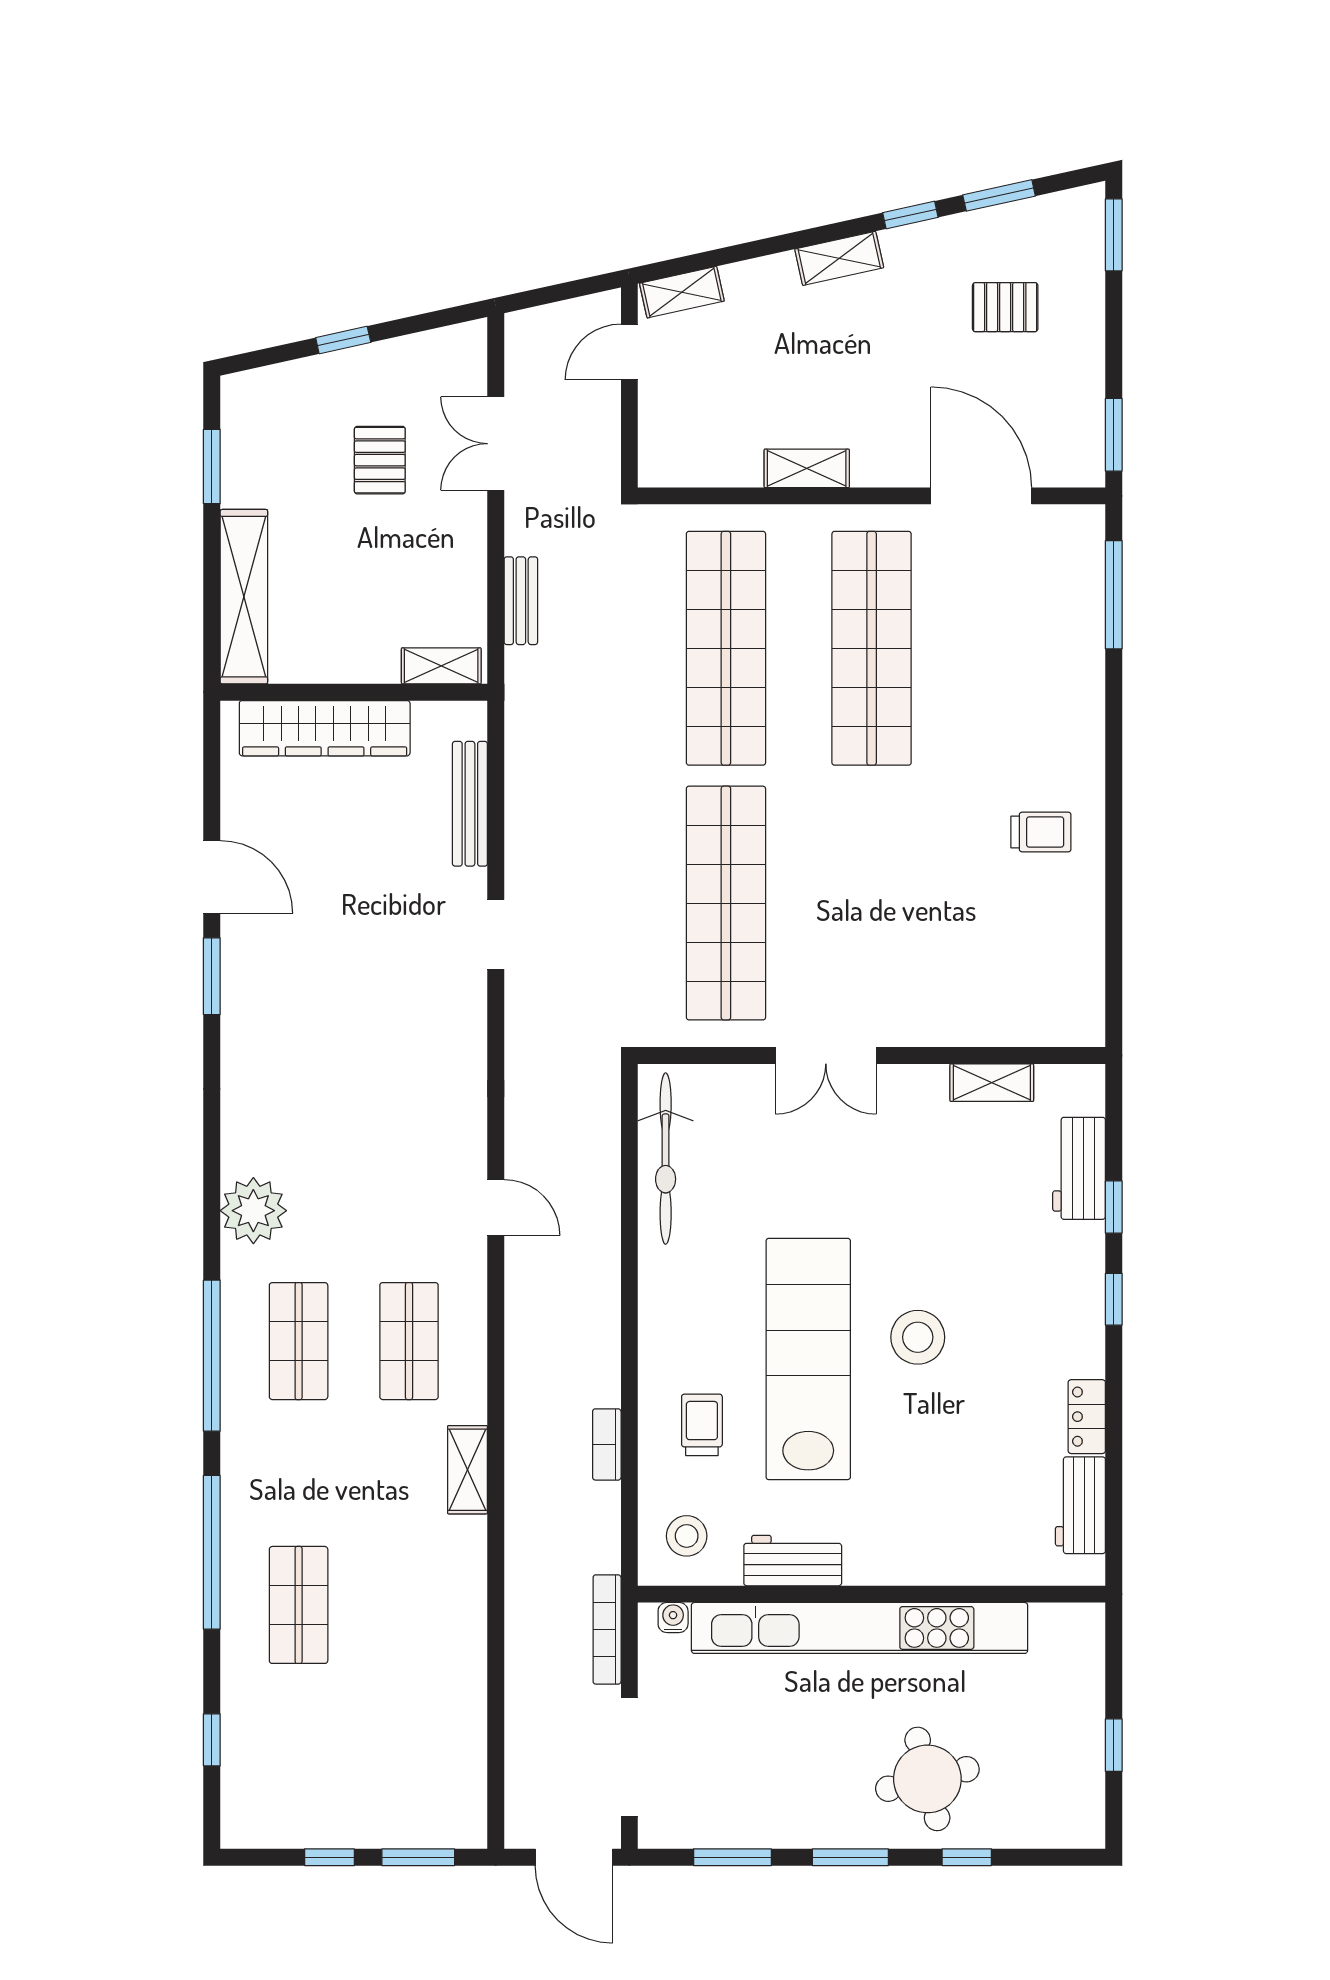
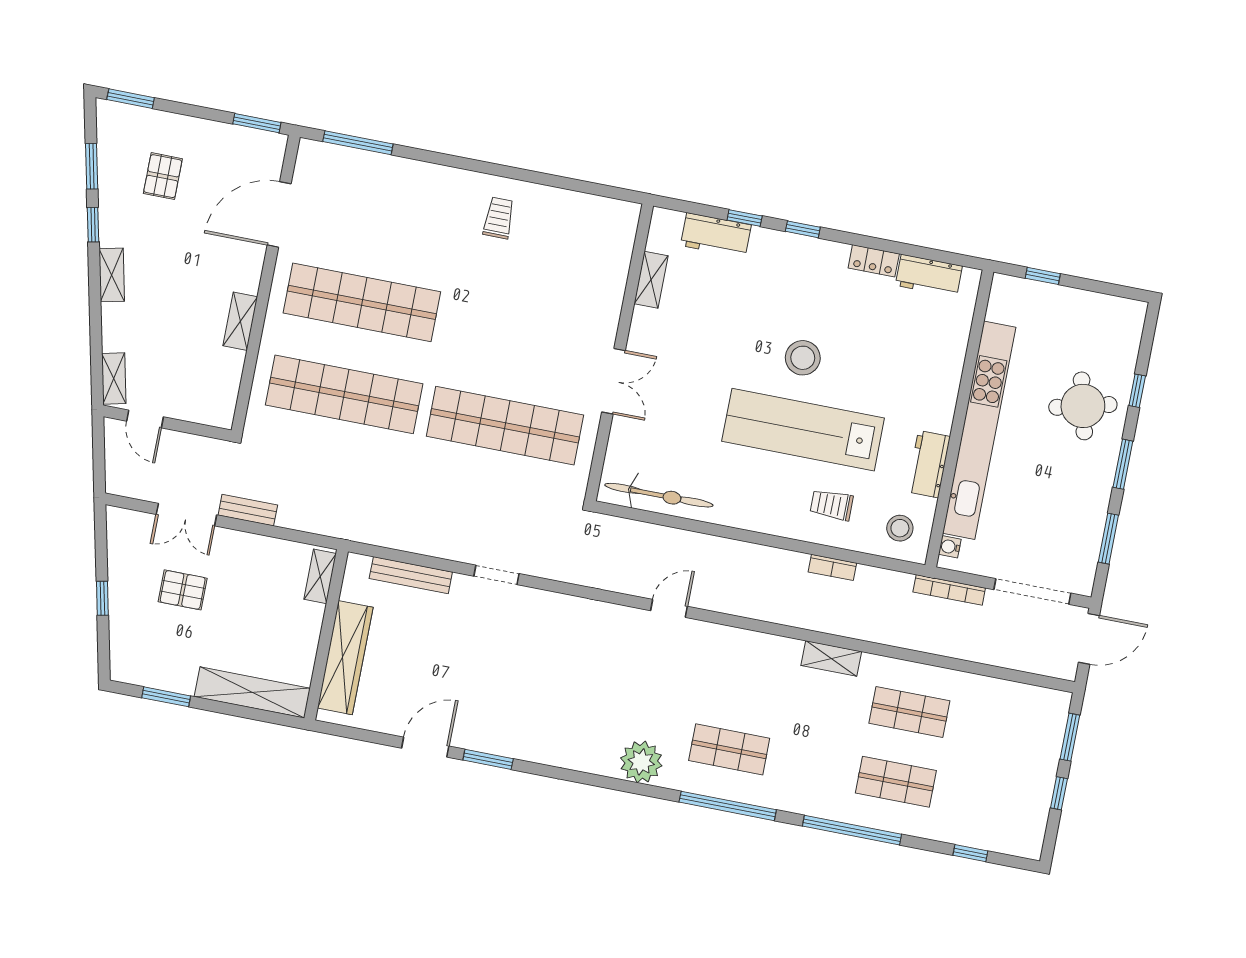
bench: (521, 601) -> (248, 510), moved
shop shelf: (409, 1341) -> (909, 712), moved
window: (1114, 1745) -> (1043, 276), moved

